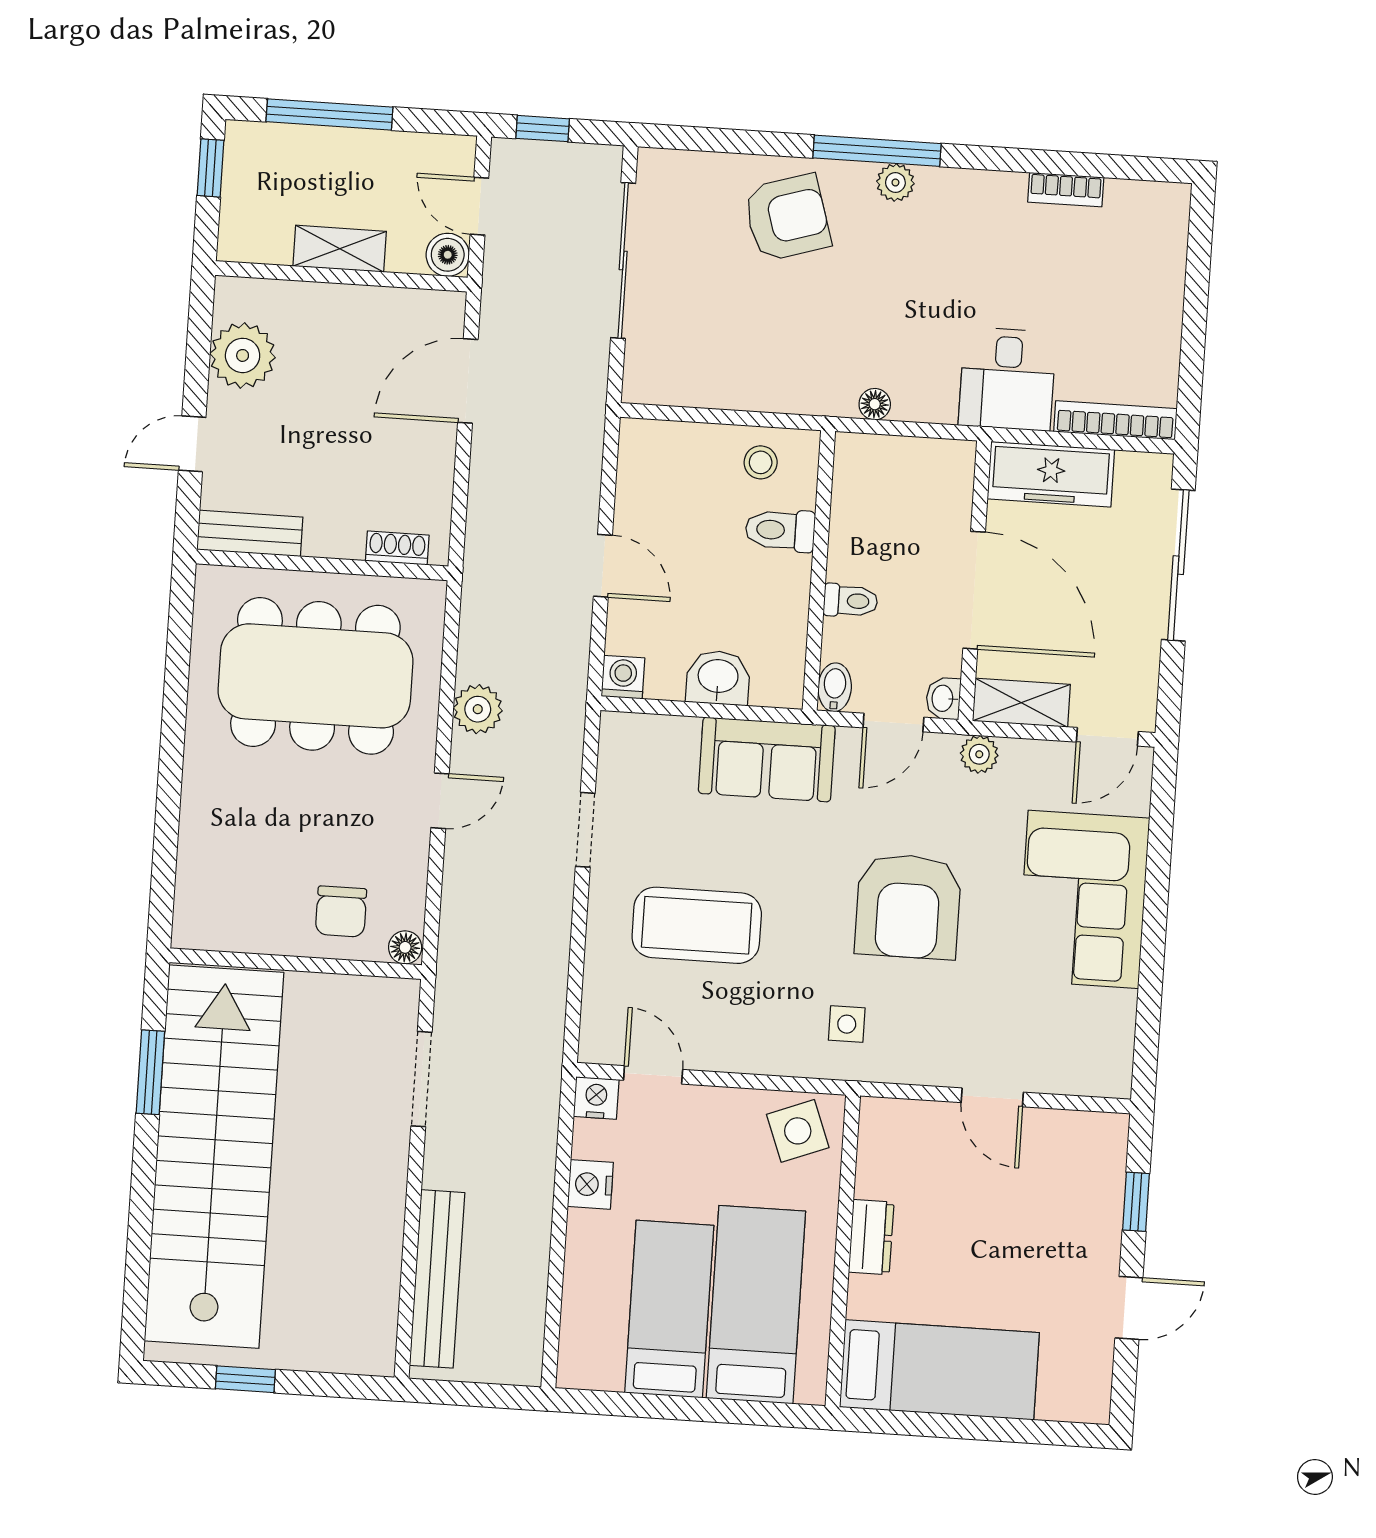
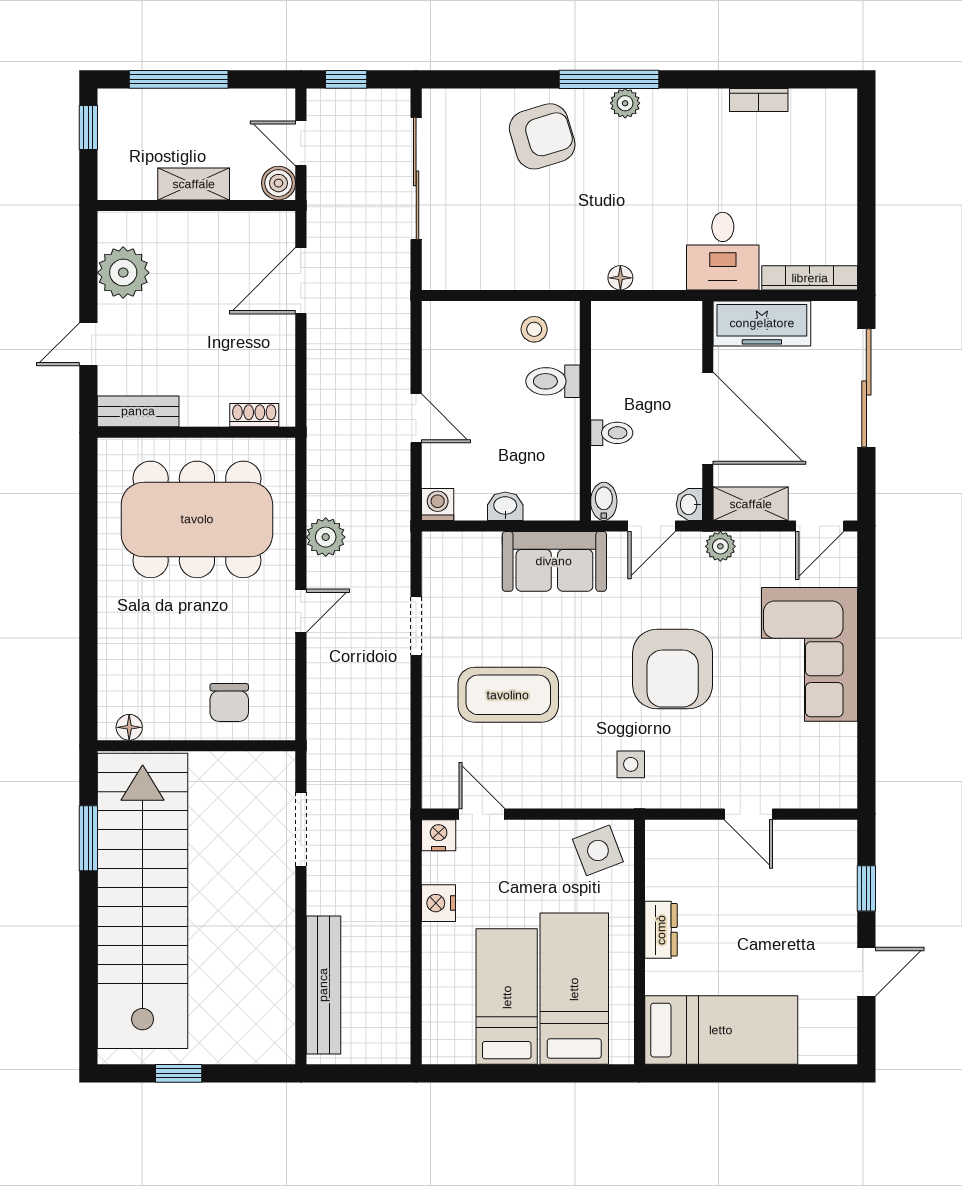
washbasin: (718, 678) -> (505, 506), width x0.72, depth x0.69
floor lamp: (405, 947) -> (129, 727), moved

